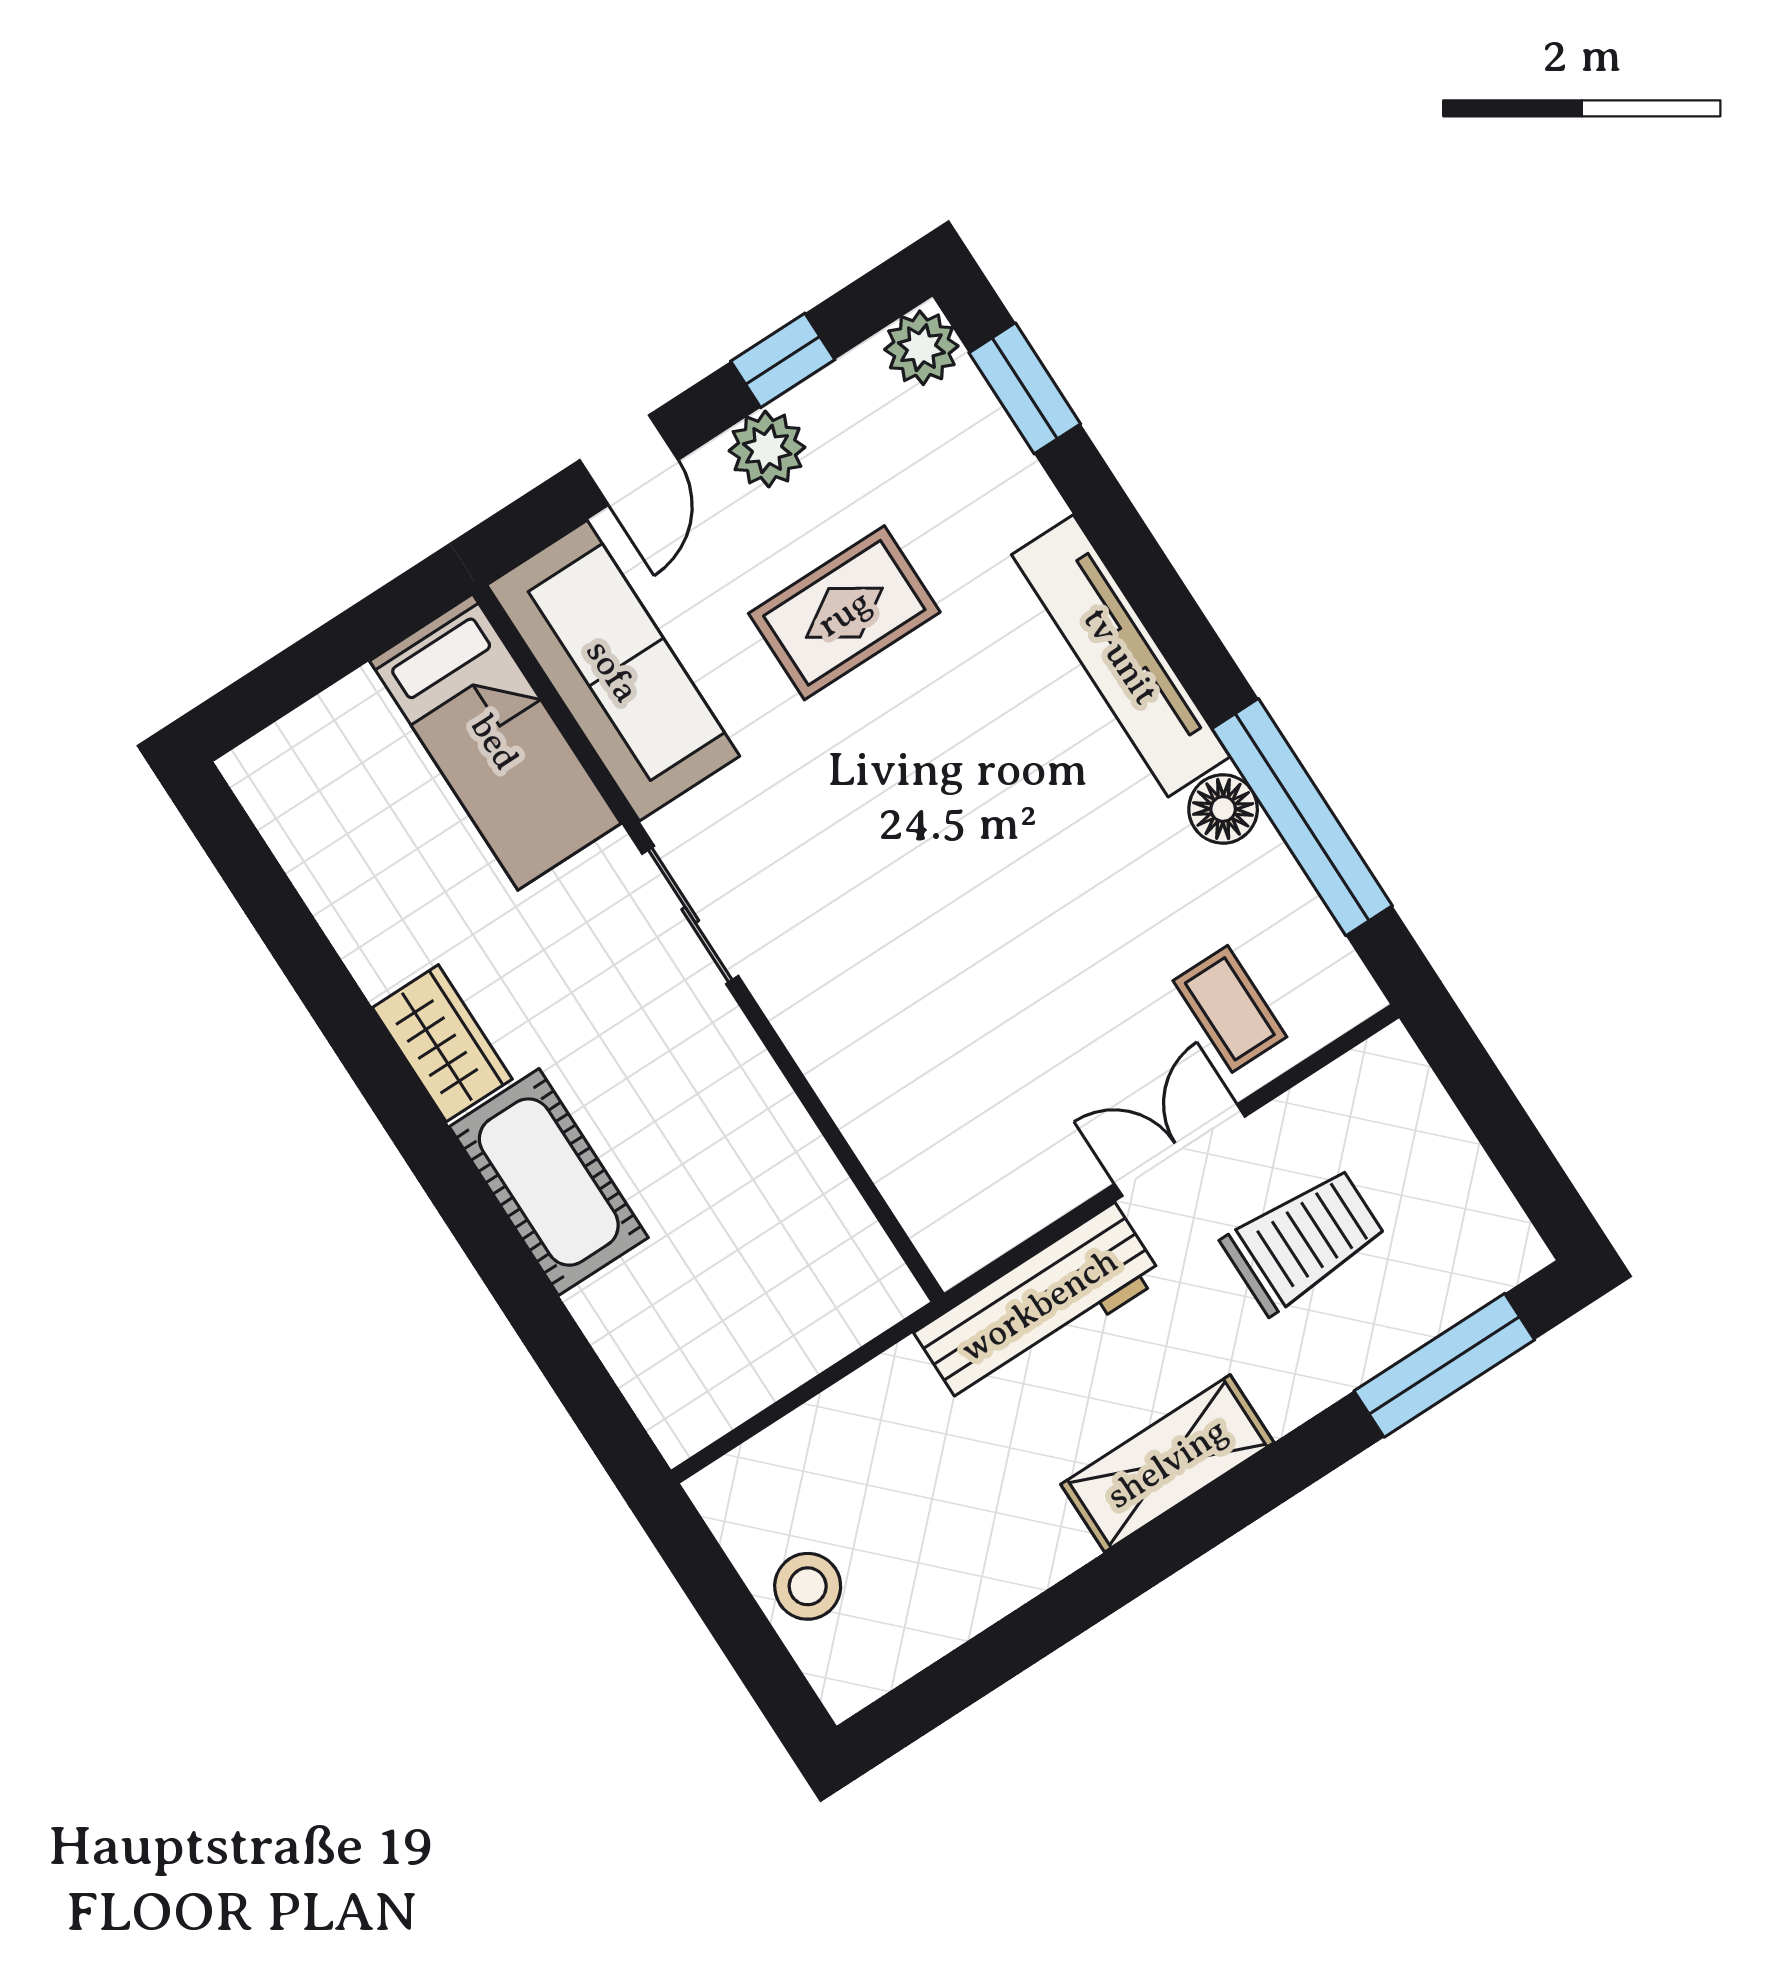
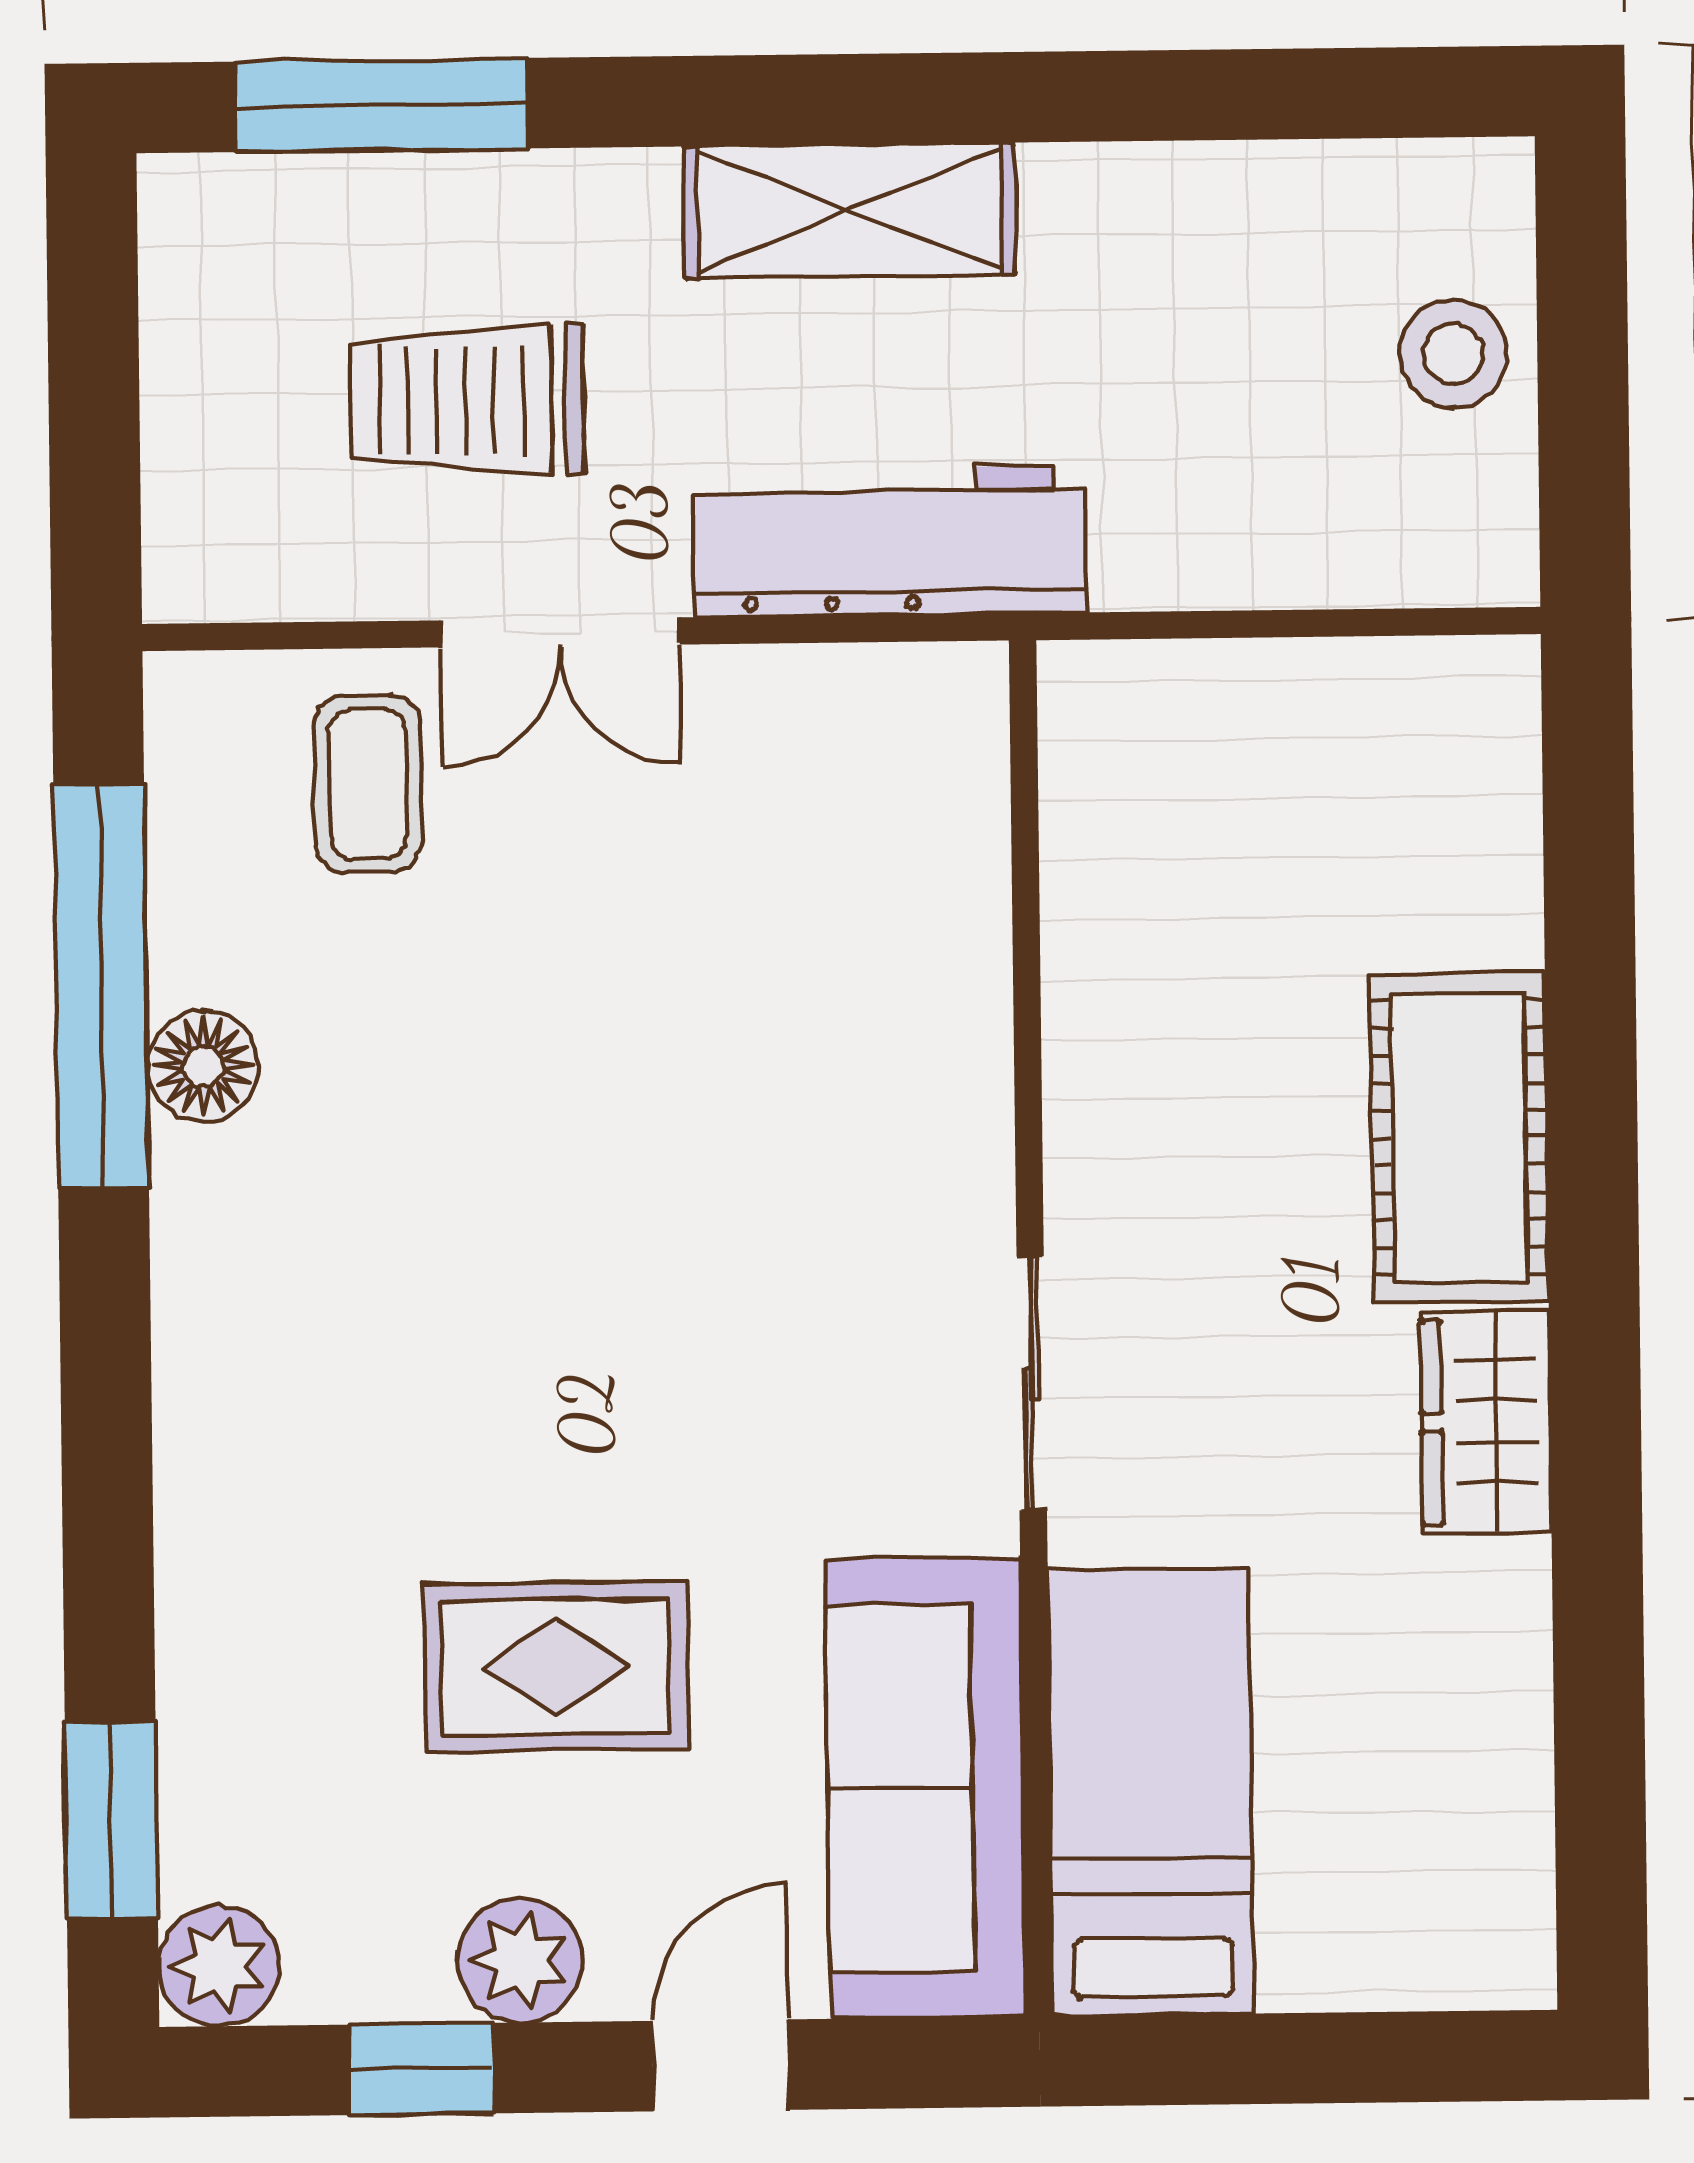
tv unit: (1121, 656) -> (211, 1367), removed

